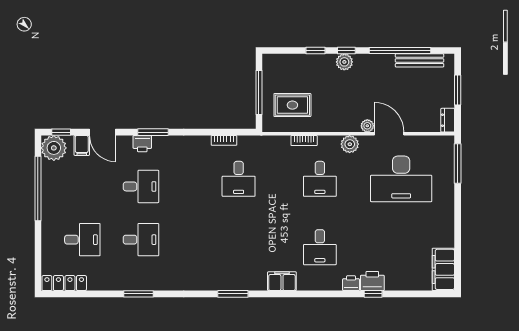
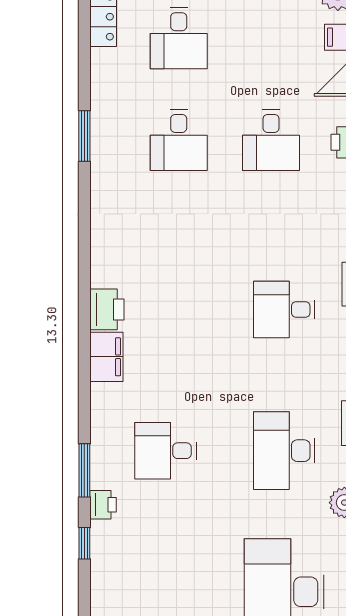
desk: (320, 179) -> (284, 451), width x1.37
filing cabinet: (282, 281) -> (106, 357), moved
printer: (372, 281) -> (107, 309), moved
window: (233, 294) -> (84, 470), moved

